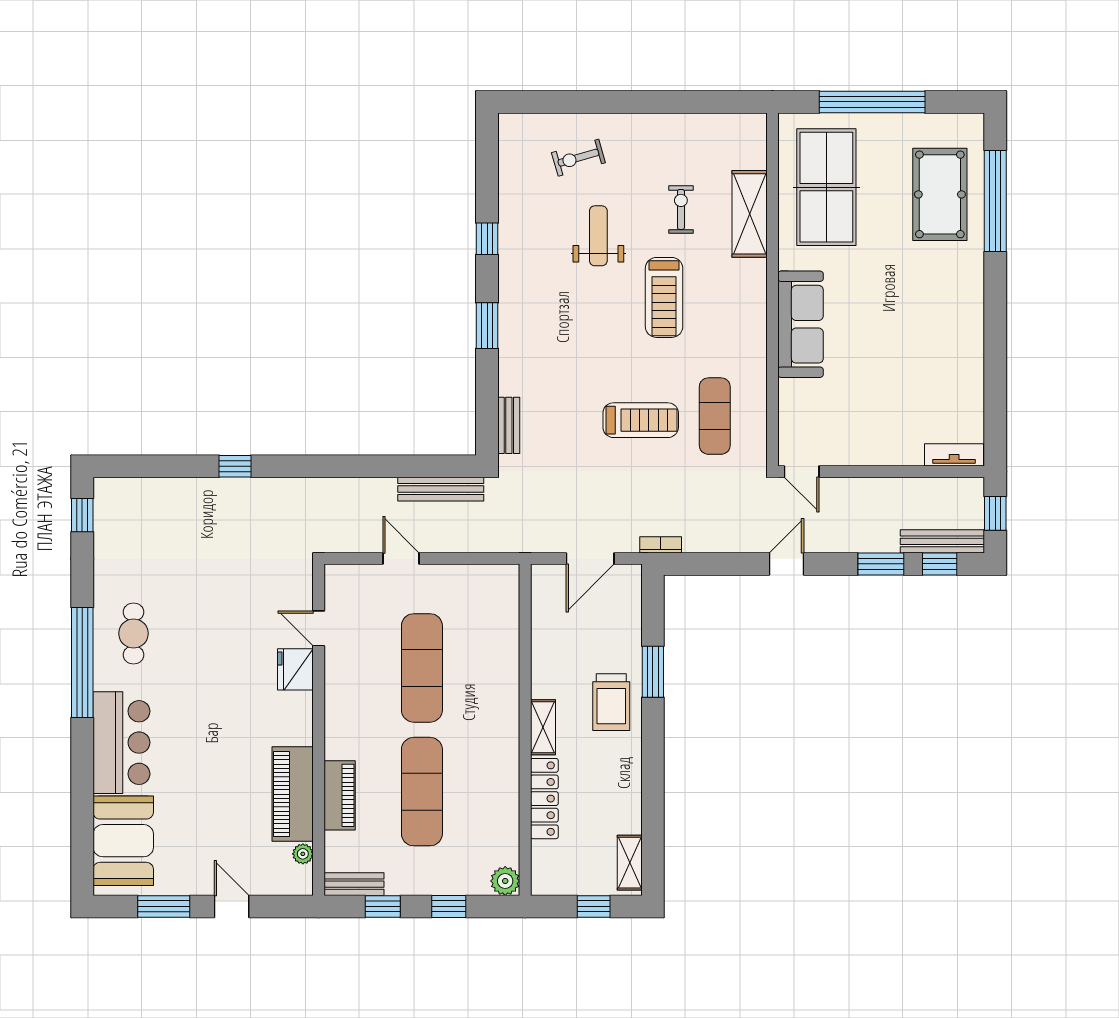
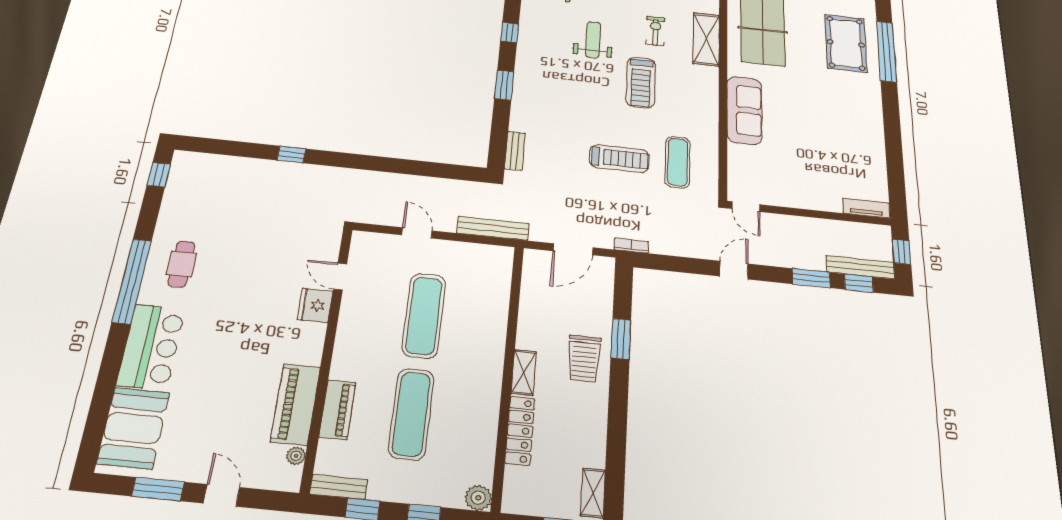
bench: (441, 489) -> (493, 228), moved

